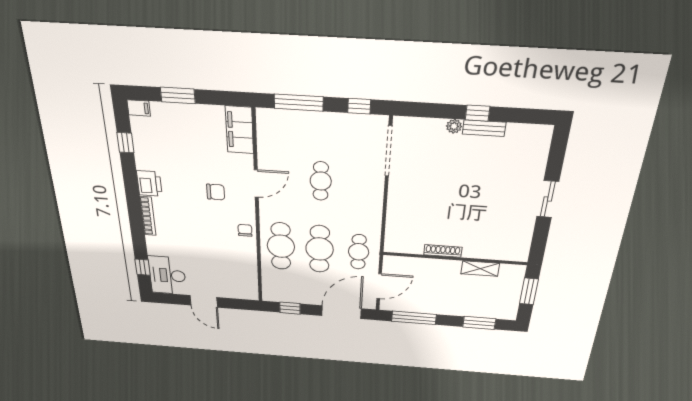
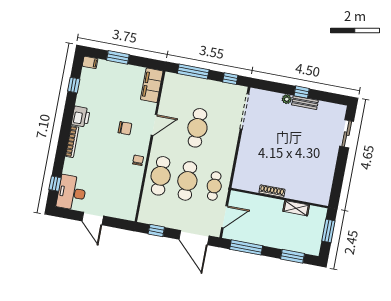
cafe table: (321, 181) -> (197, 128), width x1.37, depth x1.35
sliding door: (548, 199) -> (347, 134), moved
door: (342, 312) -> (194, 238), swing flipped

